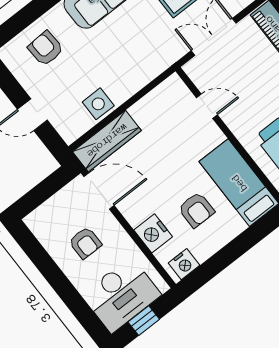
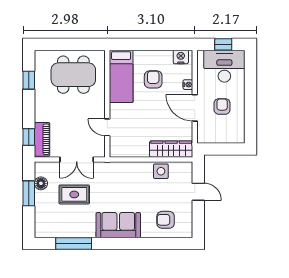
armchair: (46, 48) -> (166, 220), turned 93
door: (99, 191) -> (195, 108), moved
nightstand: (153, 233) -> (188, 85), width x0.53, depth x0.56

